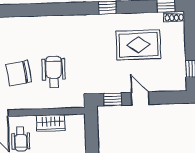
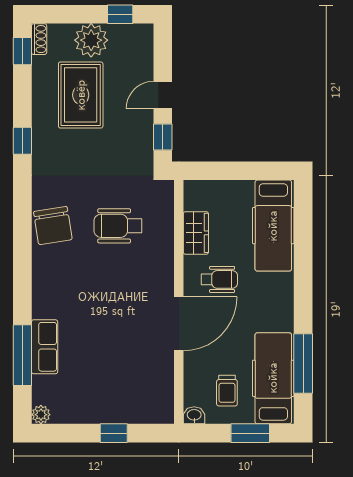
plant: (174, 51) -> (91, 40), added
chair: (19, 73) -> (53, 226), moved

